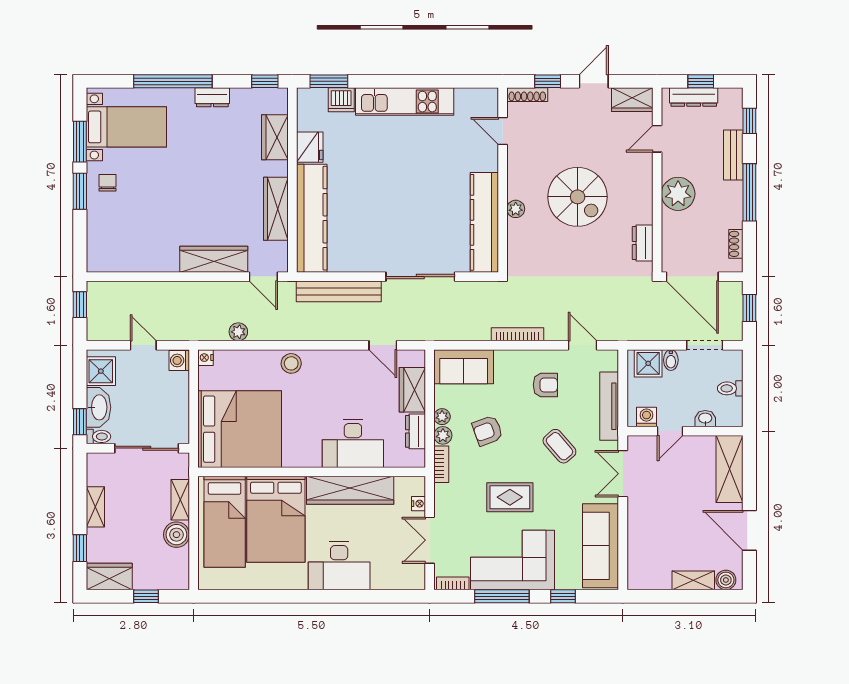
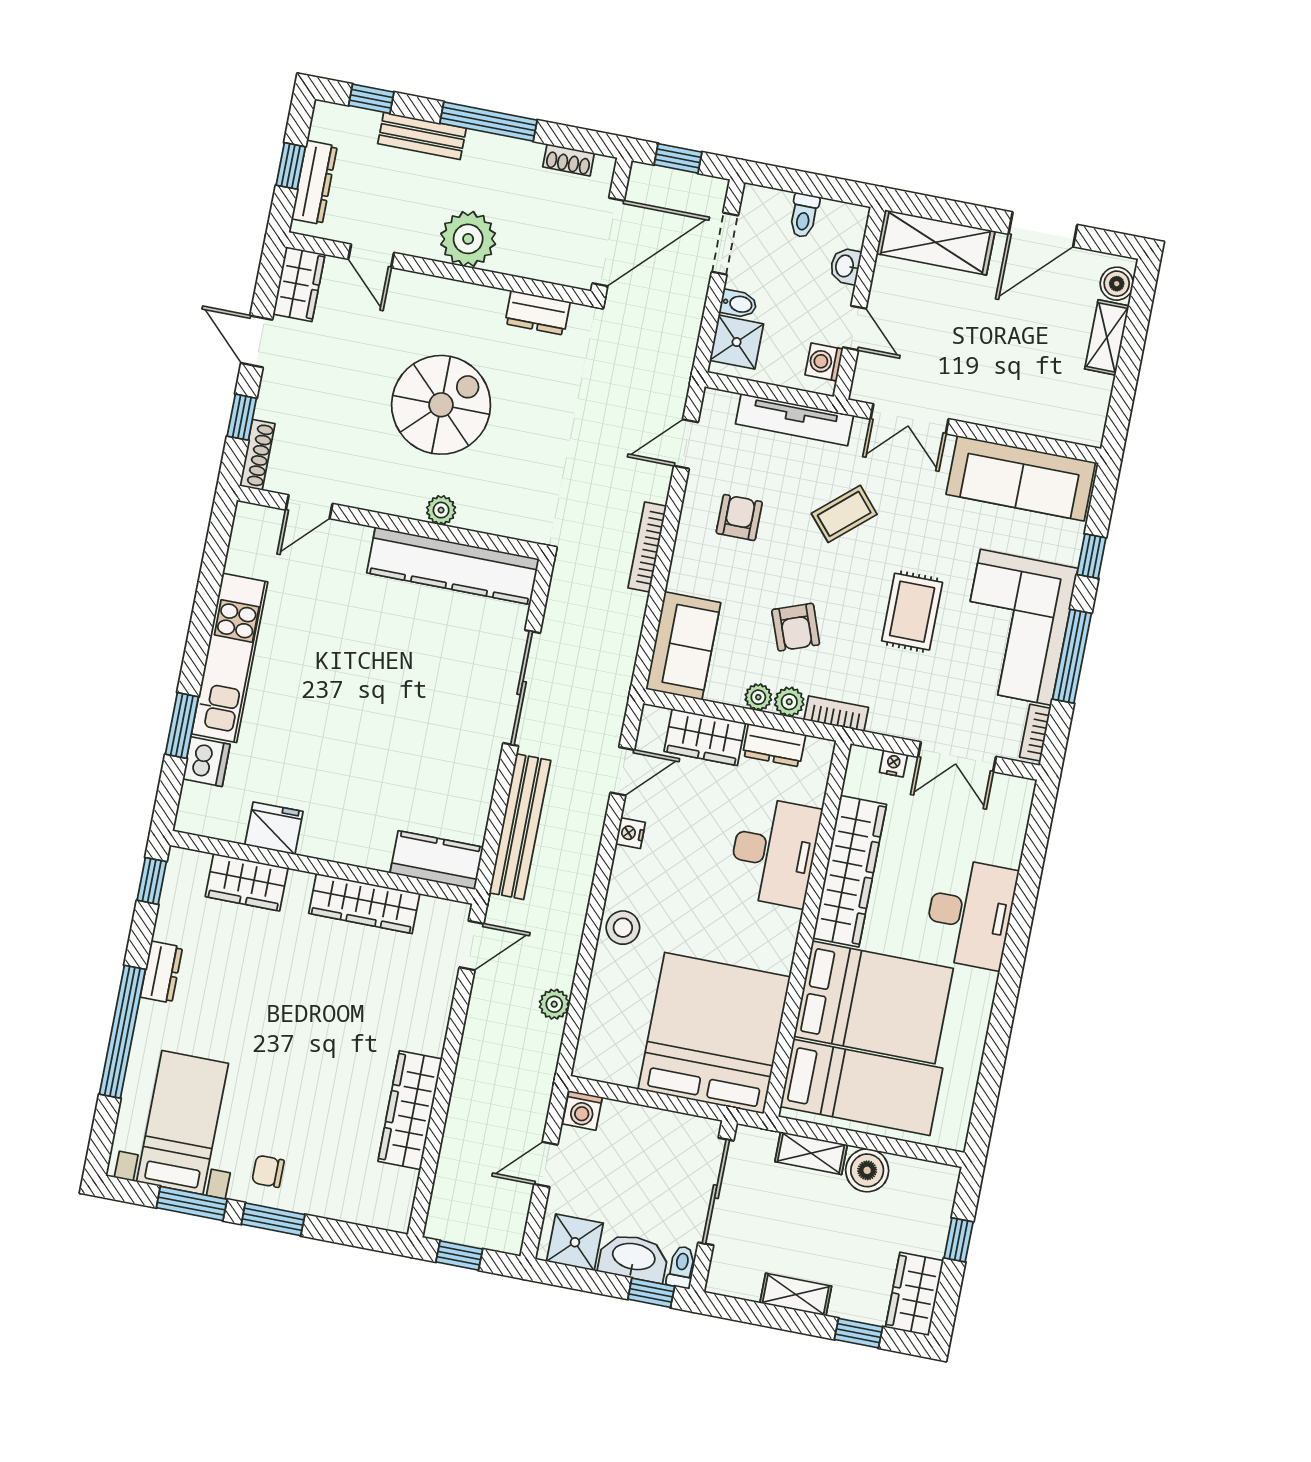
window: (329, 81) -> (182, 725), moved
kitchen counter: (312, 218) -> (437, 860), width x0.48, depth x0.86
wardrobe: (214, 259) -> (410, 1110), moved
nightstand: (205, 358) -> (630, 833), moved, turned 90

